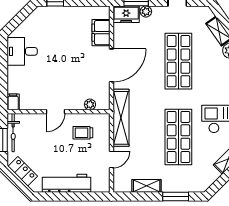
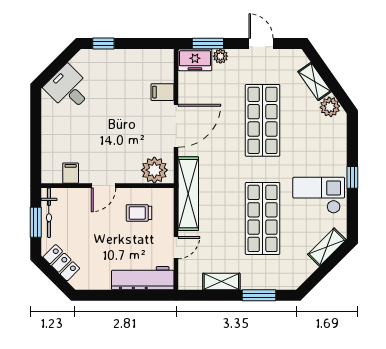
filing cabinet: (101, 33) -> (162, 92), width x0.50
desk: (22, 51) -> (68, 89), moved, turned 45
filing cabinet: (13, 102) -> (71, 173), moved
plant: (90, 104) -> (154, 170), width x1.88, depth x1.88
workbench: (66, 183) -> (143, 278), moved

